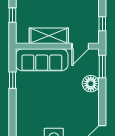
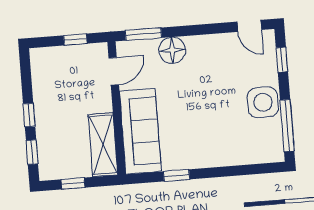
shelving: (49, 36) -> (103, 145), moved
door: (80, 46) -> (114, 71), hinge flipped

